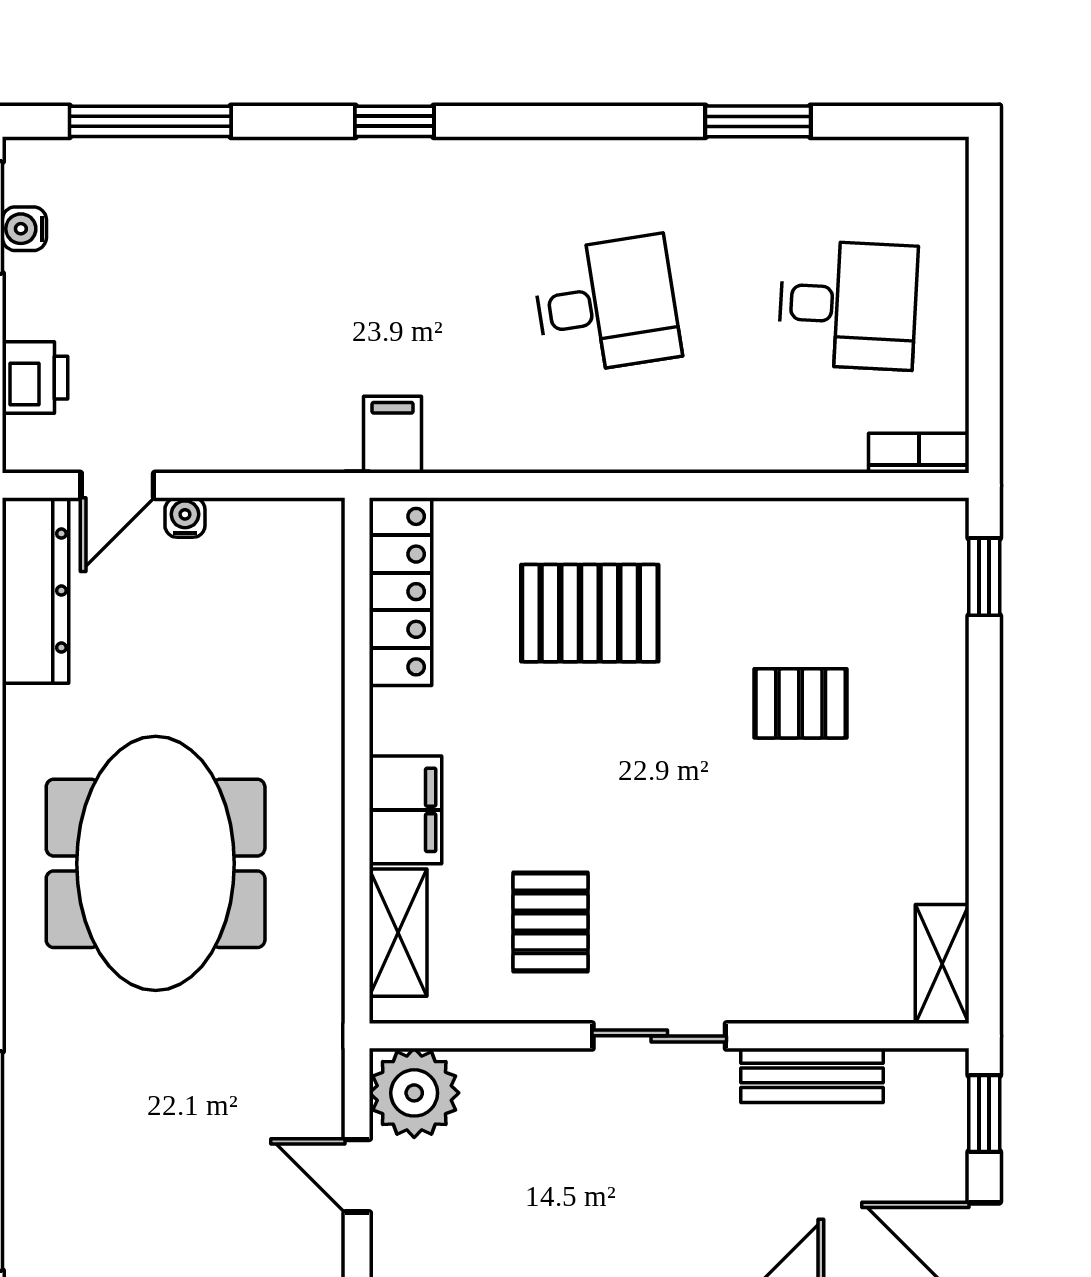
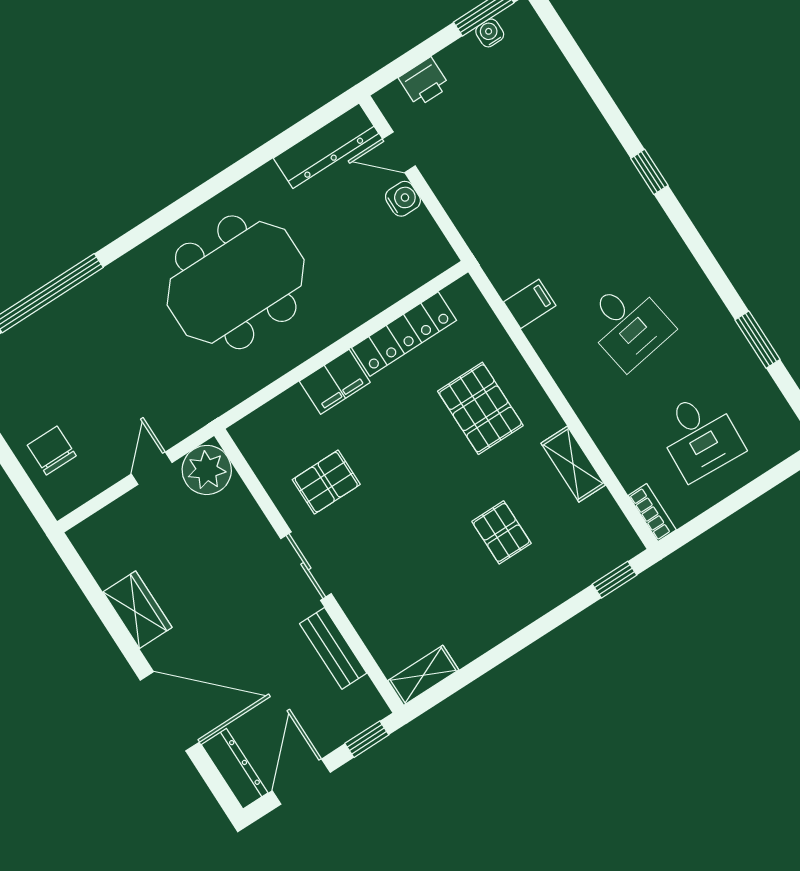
window: (150, 121) -> (577, 59), removed
filing cabinet: (393, 435) -> (530, 304), moved
water cooler: (185, 518) -> (403, 199), width x1.38, depth x1.38
locker: (401, 592) -> (404, 334), moved
shelving: (398, 933) -> (573, 464), moved, turned 90

